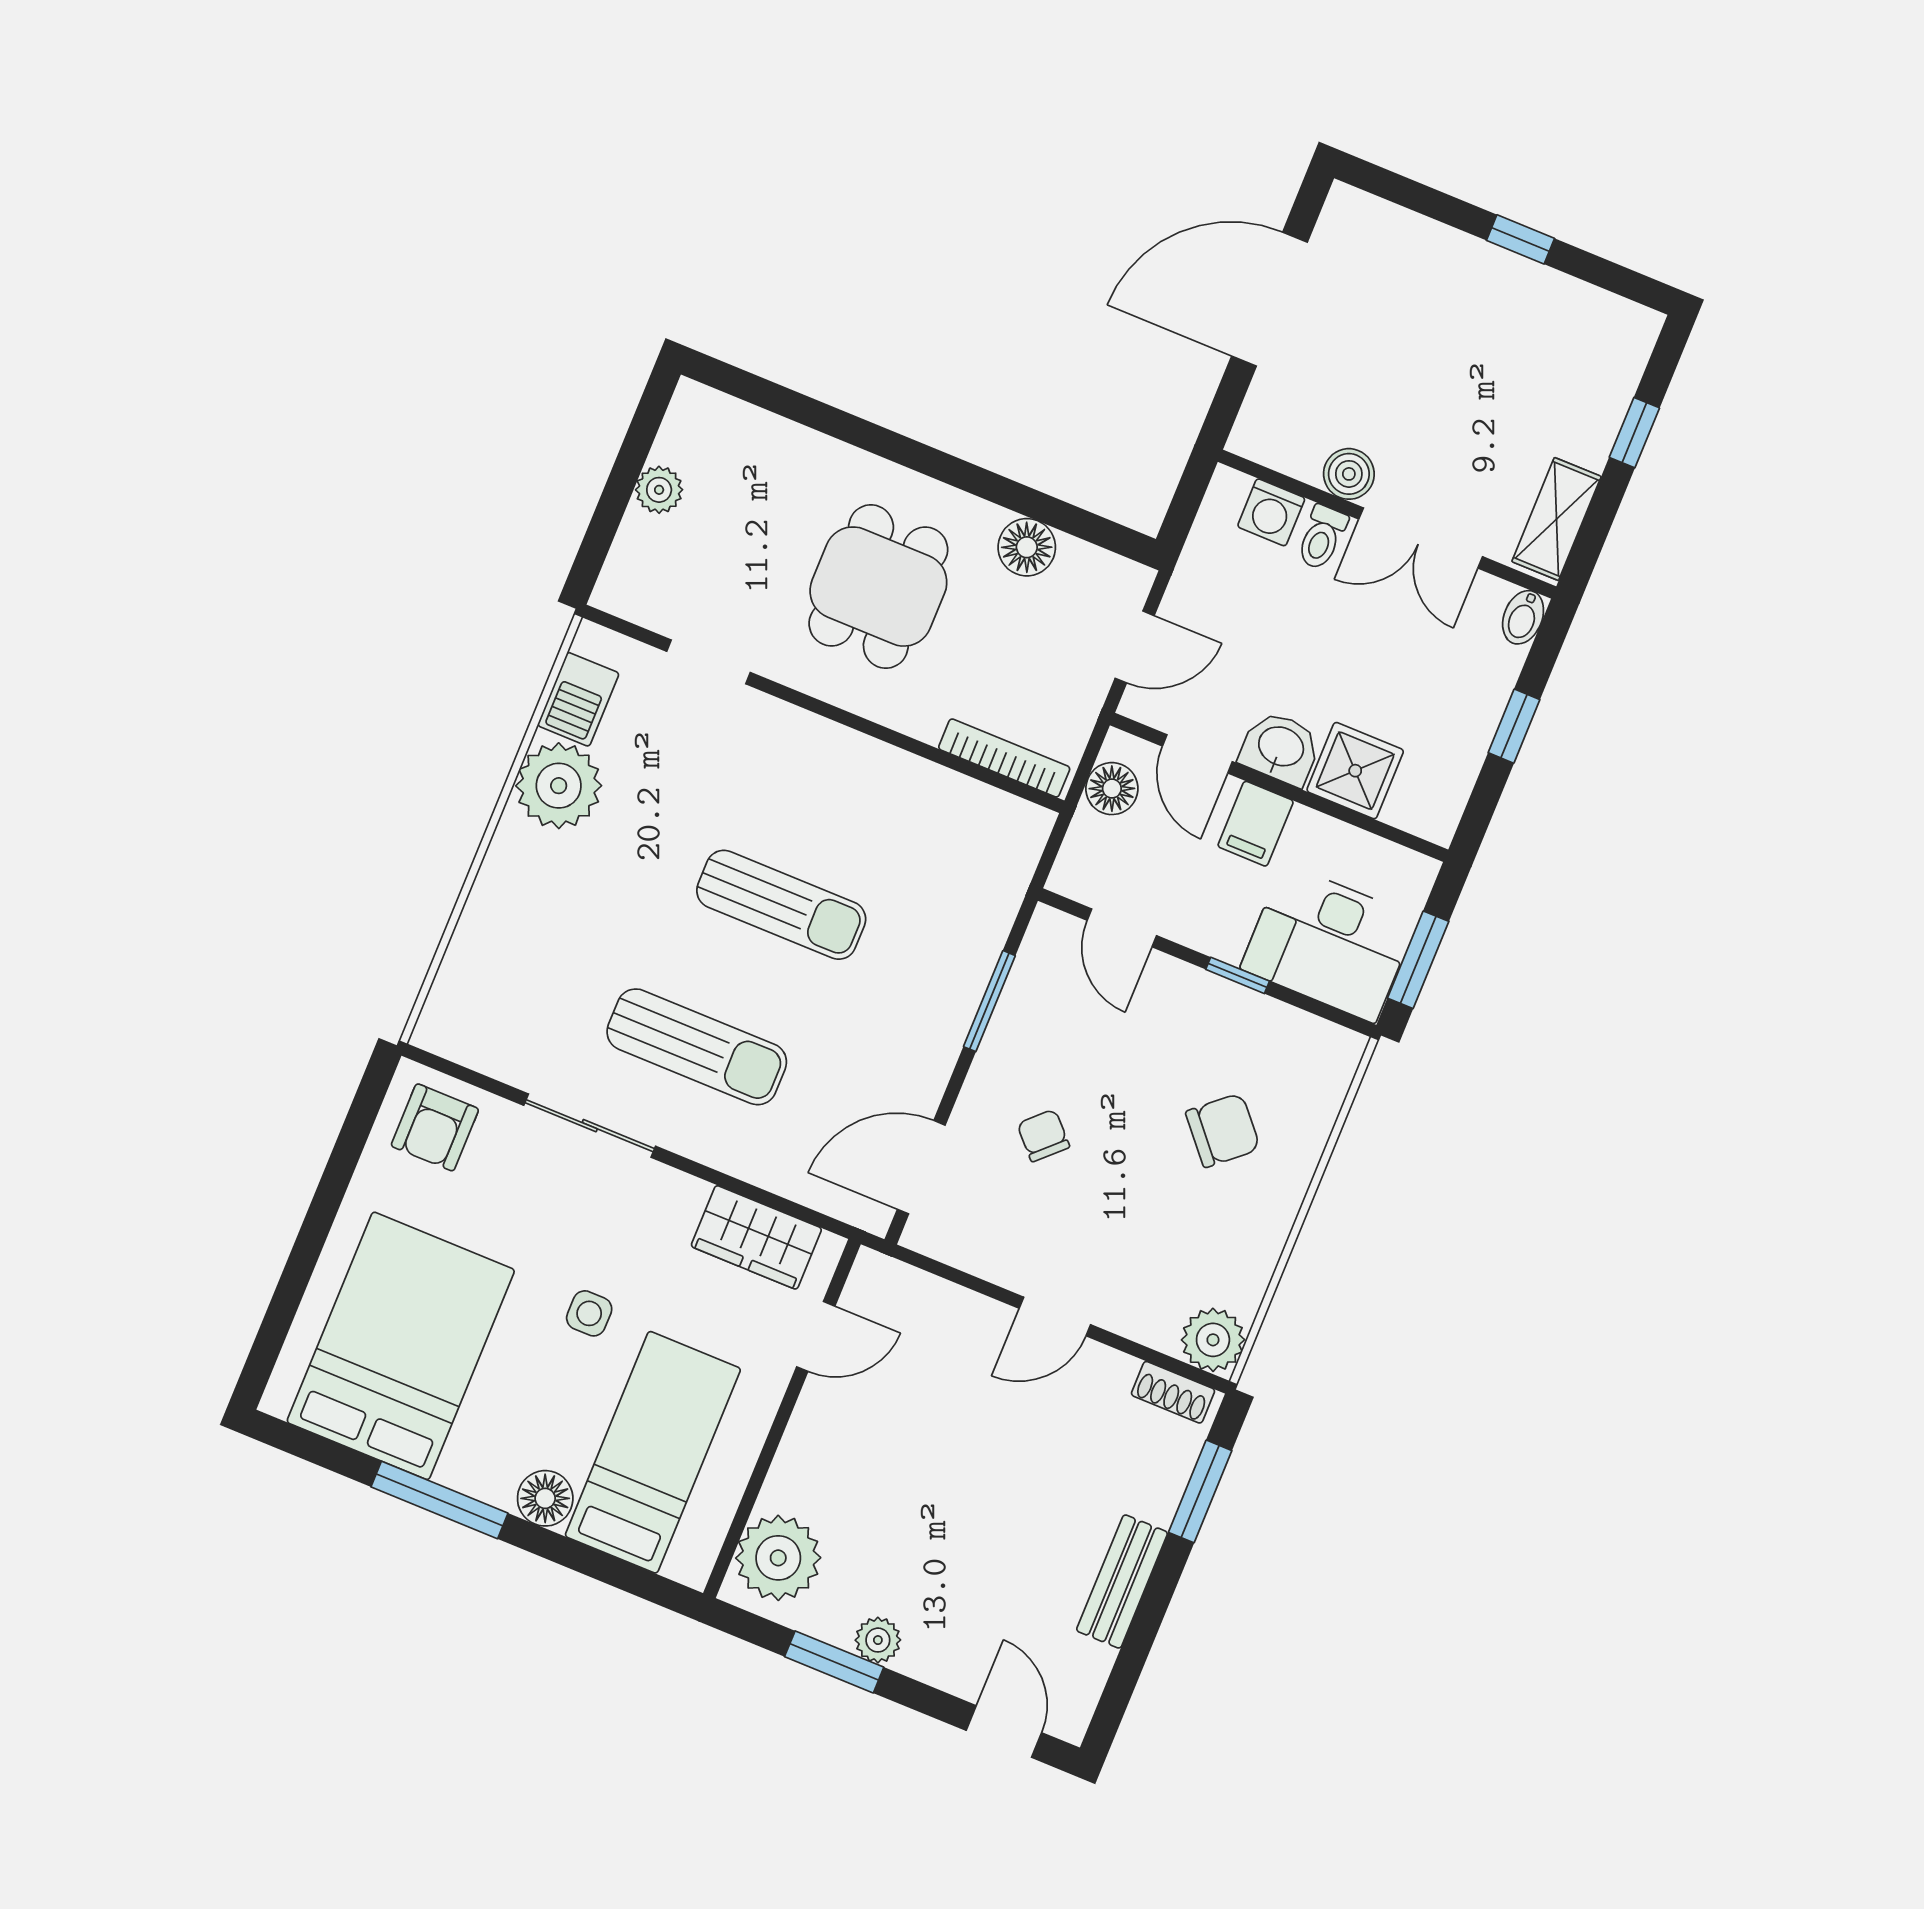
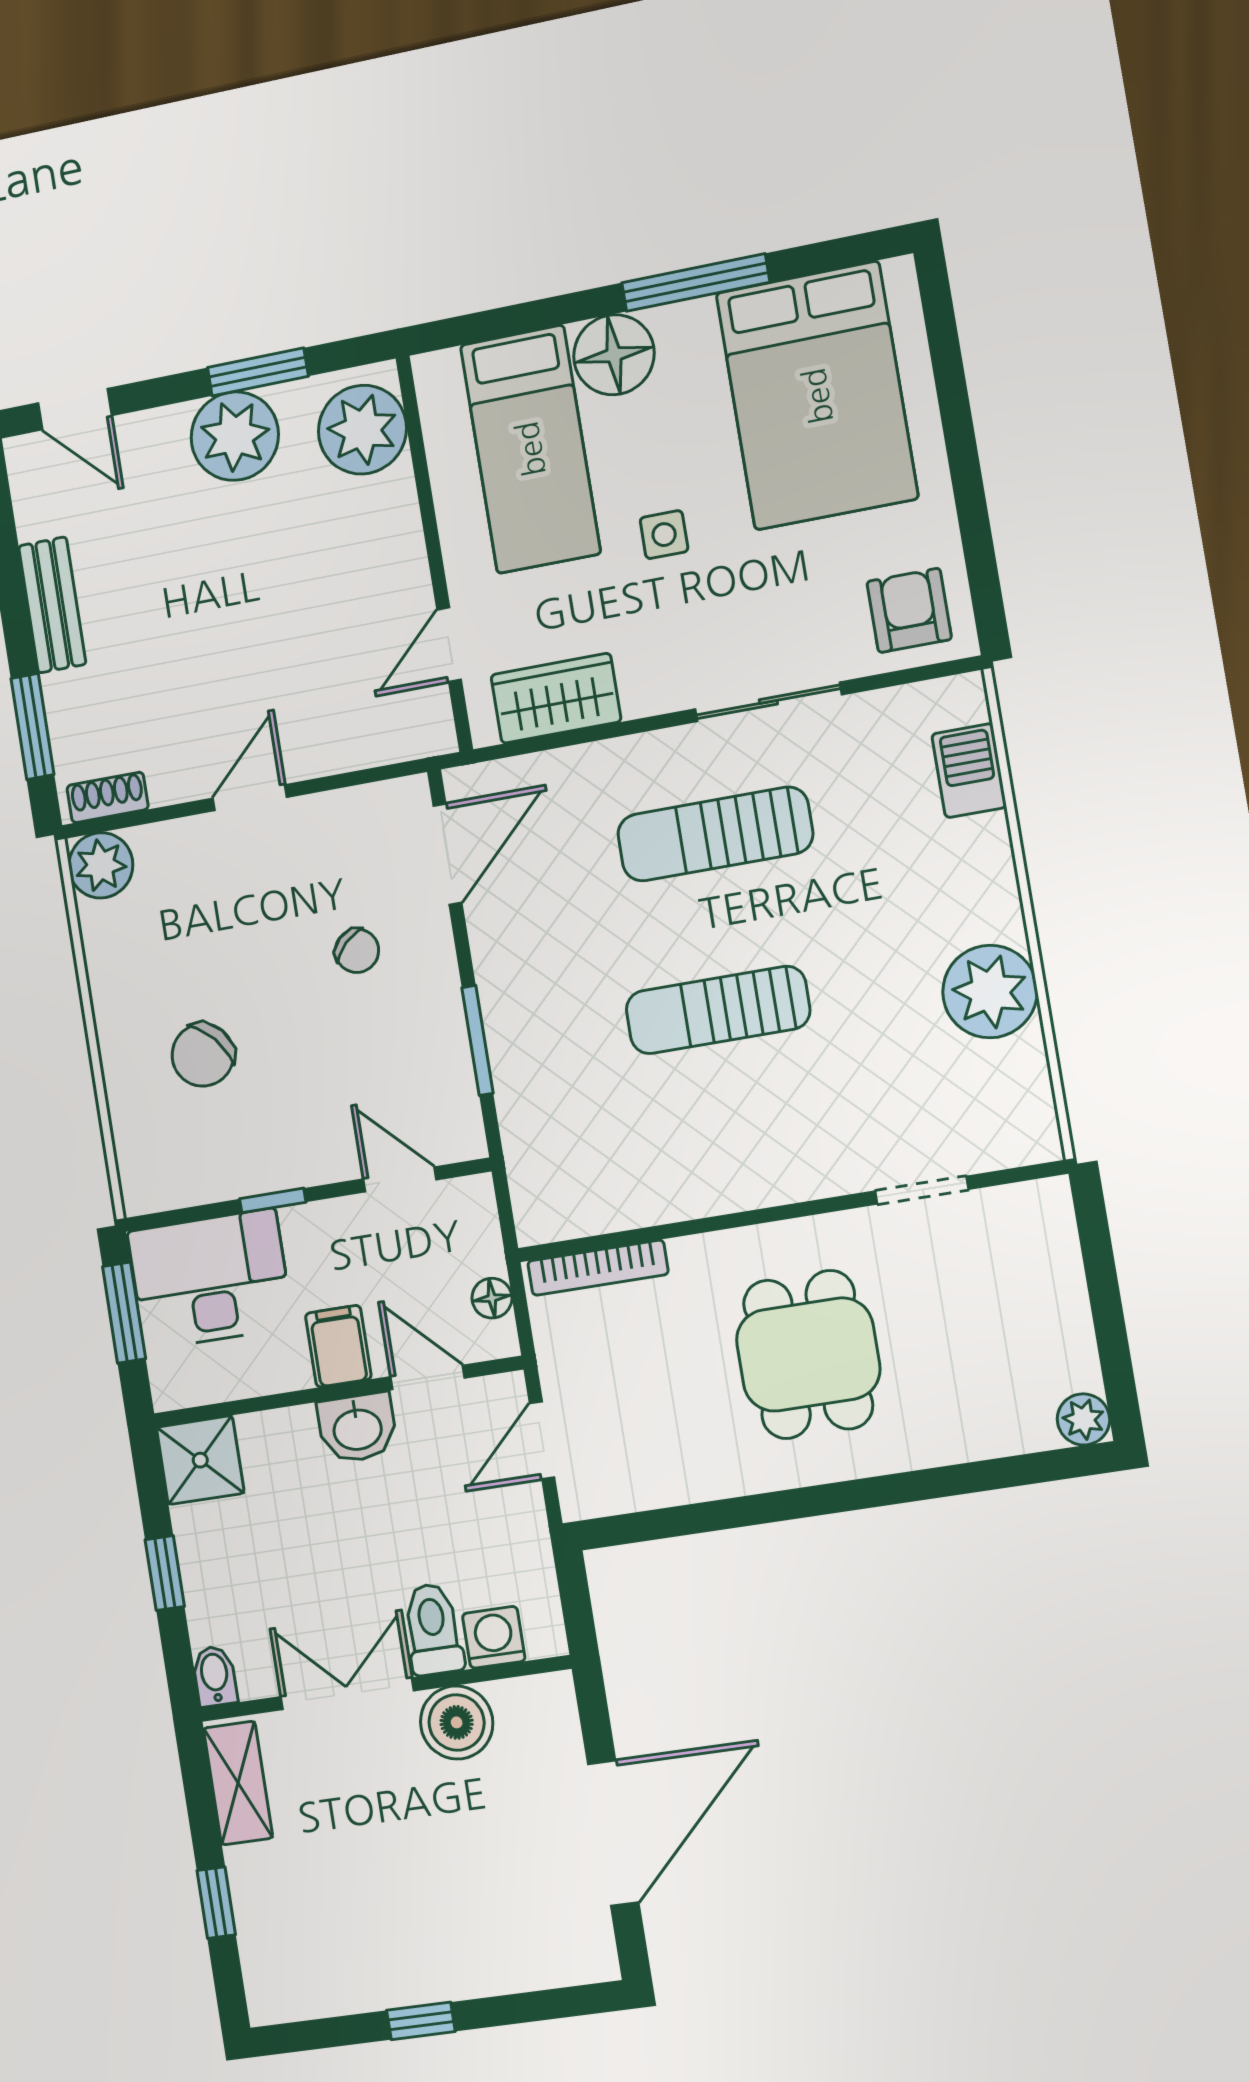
boiler: (1349, 474) -> (457, 1722), width x1.36, depth x1.36
plant: (659, 490) -> (1083, 1419), moved
toilet: (1322, 537) -> (433, 1629), width x1.37, depth x1.39
floor lamp: (1027, 547) -> (695, 1473), removed
barbecue: (578, 699) -> (969, 771), moved
shower: (1355, 771) -> (200, 1460), moved
floor lamp: (1112, 789) -> (492, 1298), width x0.73, depth x0.73
floor lamp: (545, 1498) -> (614, 355), width x1.38, depth x1.38
plant: (878, 1640) -> (235, 436), width x1.88, depth x1.88

